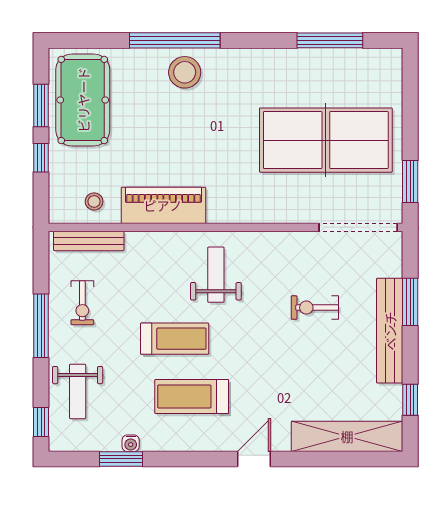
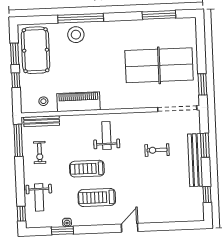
stool: (185, 72) -> (76, 35), moved
window: (41, 326) -> (18, 140), moved
treadmill: (175, 339) -> (87, 169), turned 180
shelving: (347, 436) -> (176, 214), removed

